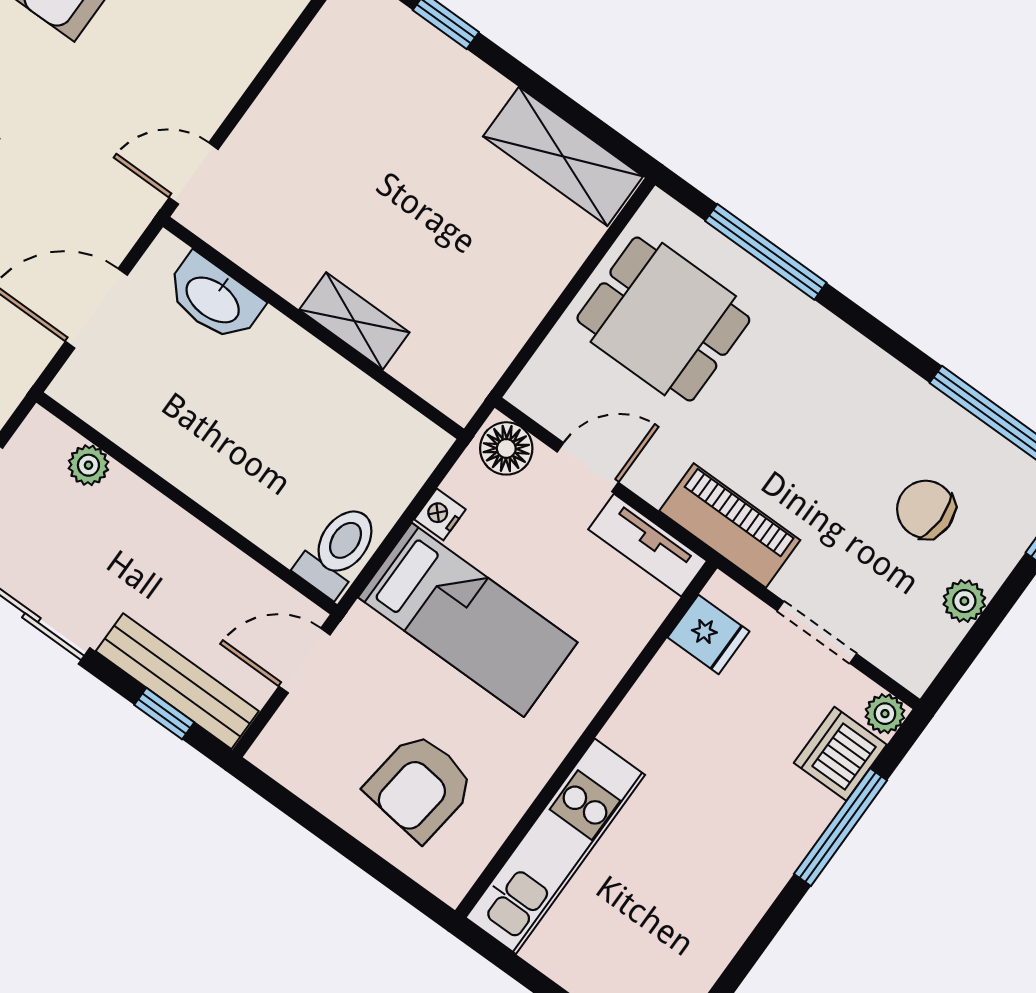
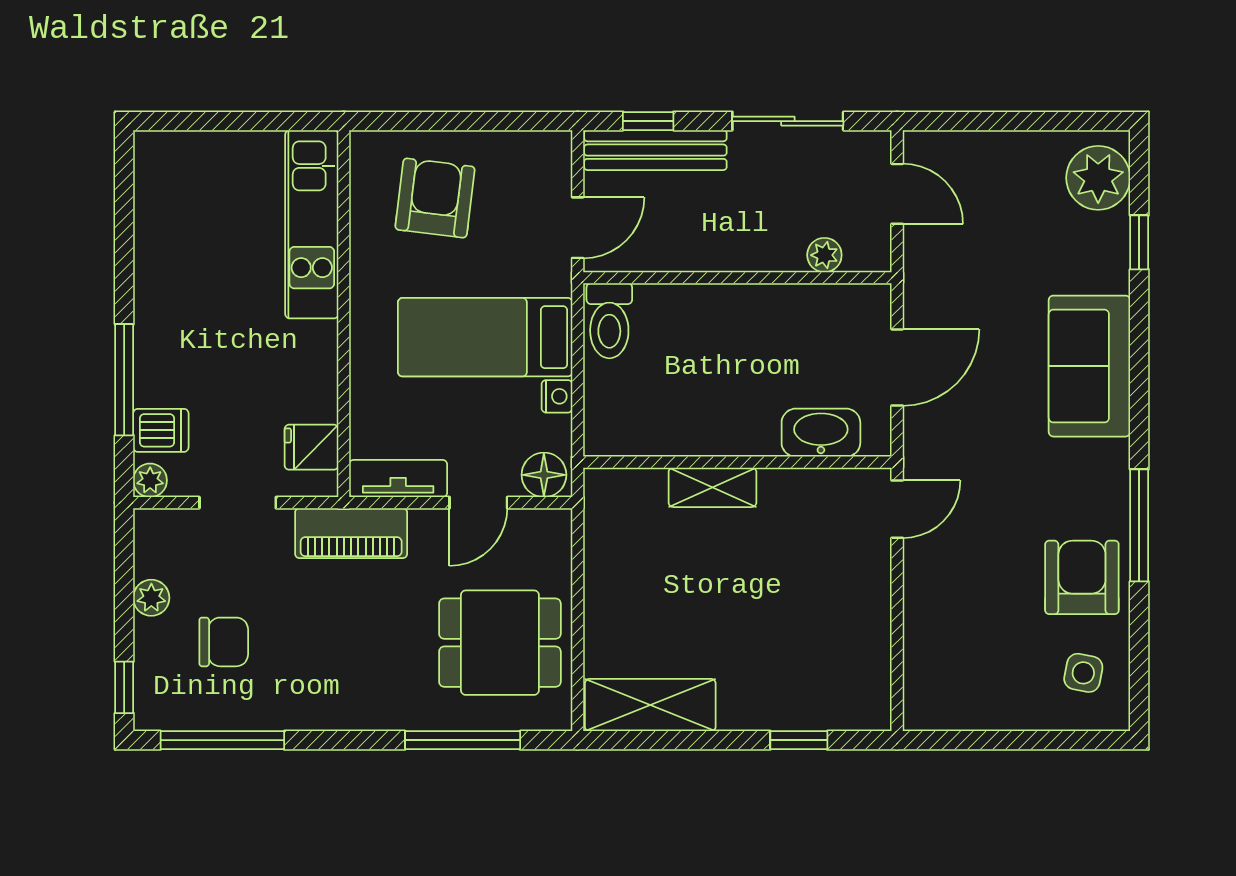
dishwasher: (840, 754) -> (161, 430), width x0.73

